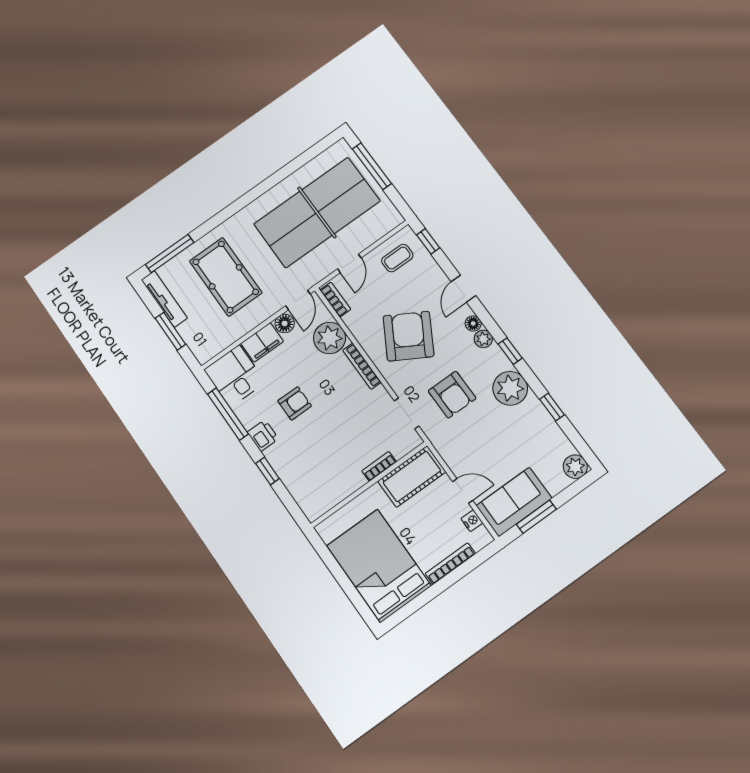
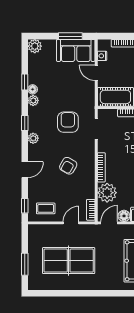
window: (372, 166) -> (25, 264), width x0.69
table tennis table: (317, 212) -> (69, 261), width x0.73, depth x0.76
floor lamp: (473, 323) -> (33, 89), moved
armchair: (408, 336) -> (68, 166), width x0.53, depth x0.53
plant: (510, 388) -> (33, 100), width x0.53, depth x0.53

